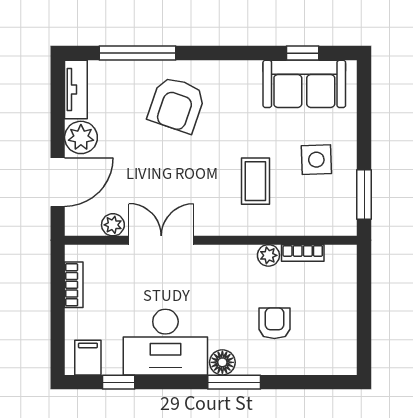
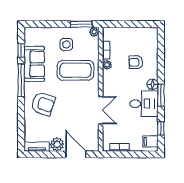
window: (138, 53) -> (21, 80), moved
sofa: (304, 84) -> (34, 64), moved
coffee table: (255, 181) -> (76, 70), width x1.86, depth x1.72
plant: (113, 225) -> (94, 32), moved
double door: (161, 240) -> (101, 110), swing flipped
desk: (165, 342) -> (144, 104), width x0.73
window: (234, 382) -> (161, 95), moved

